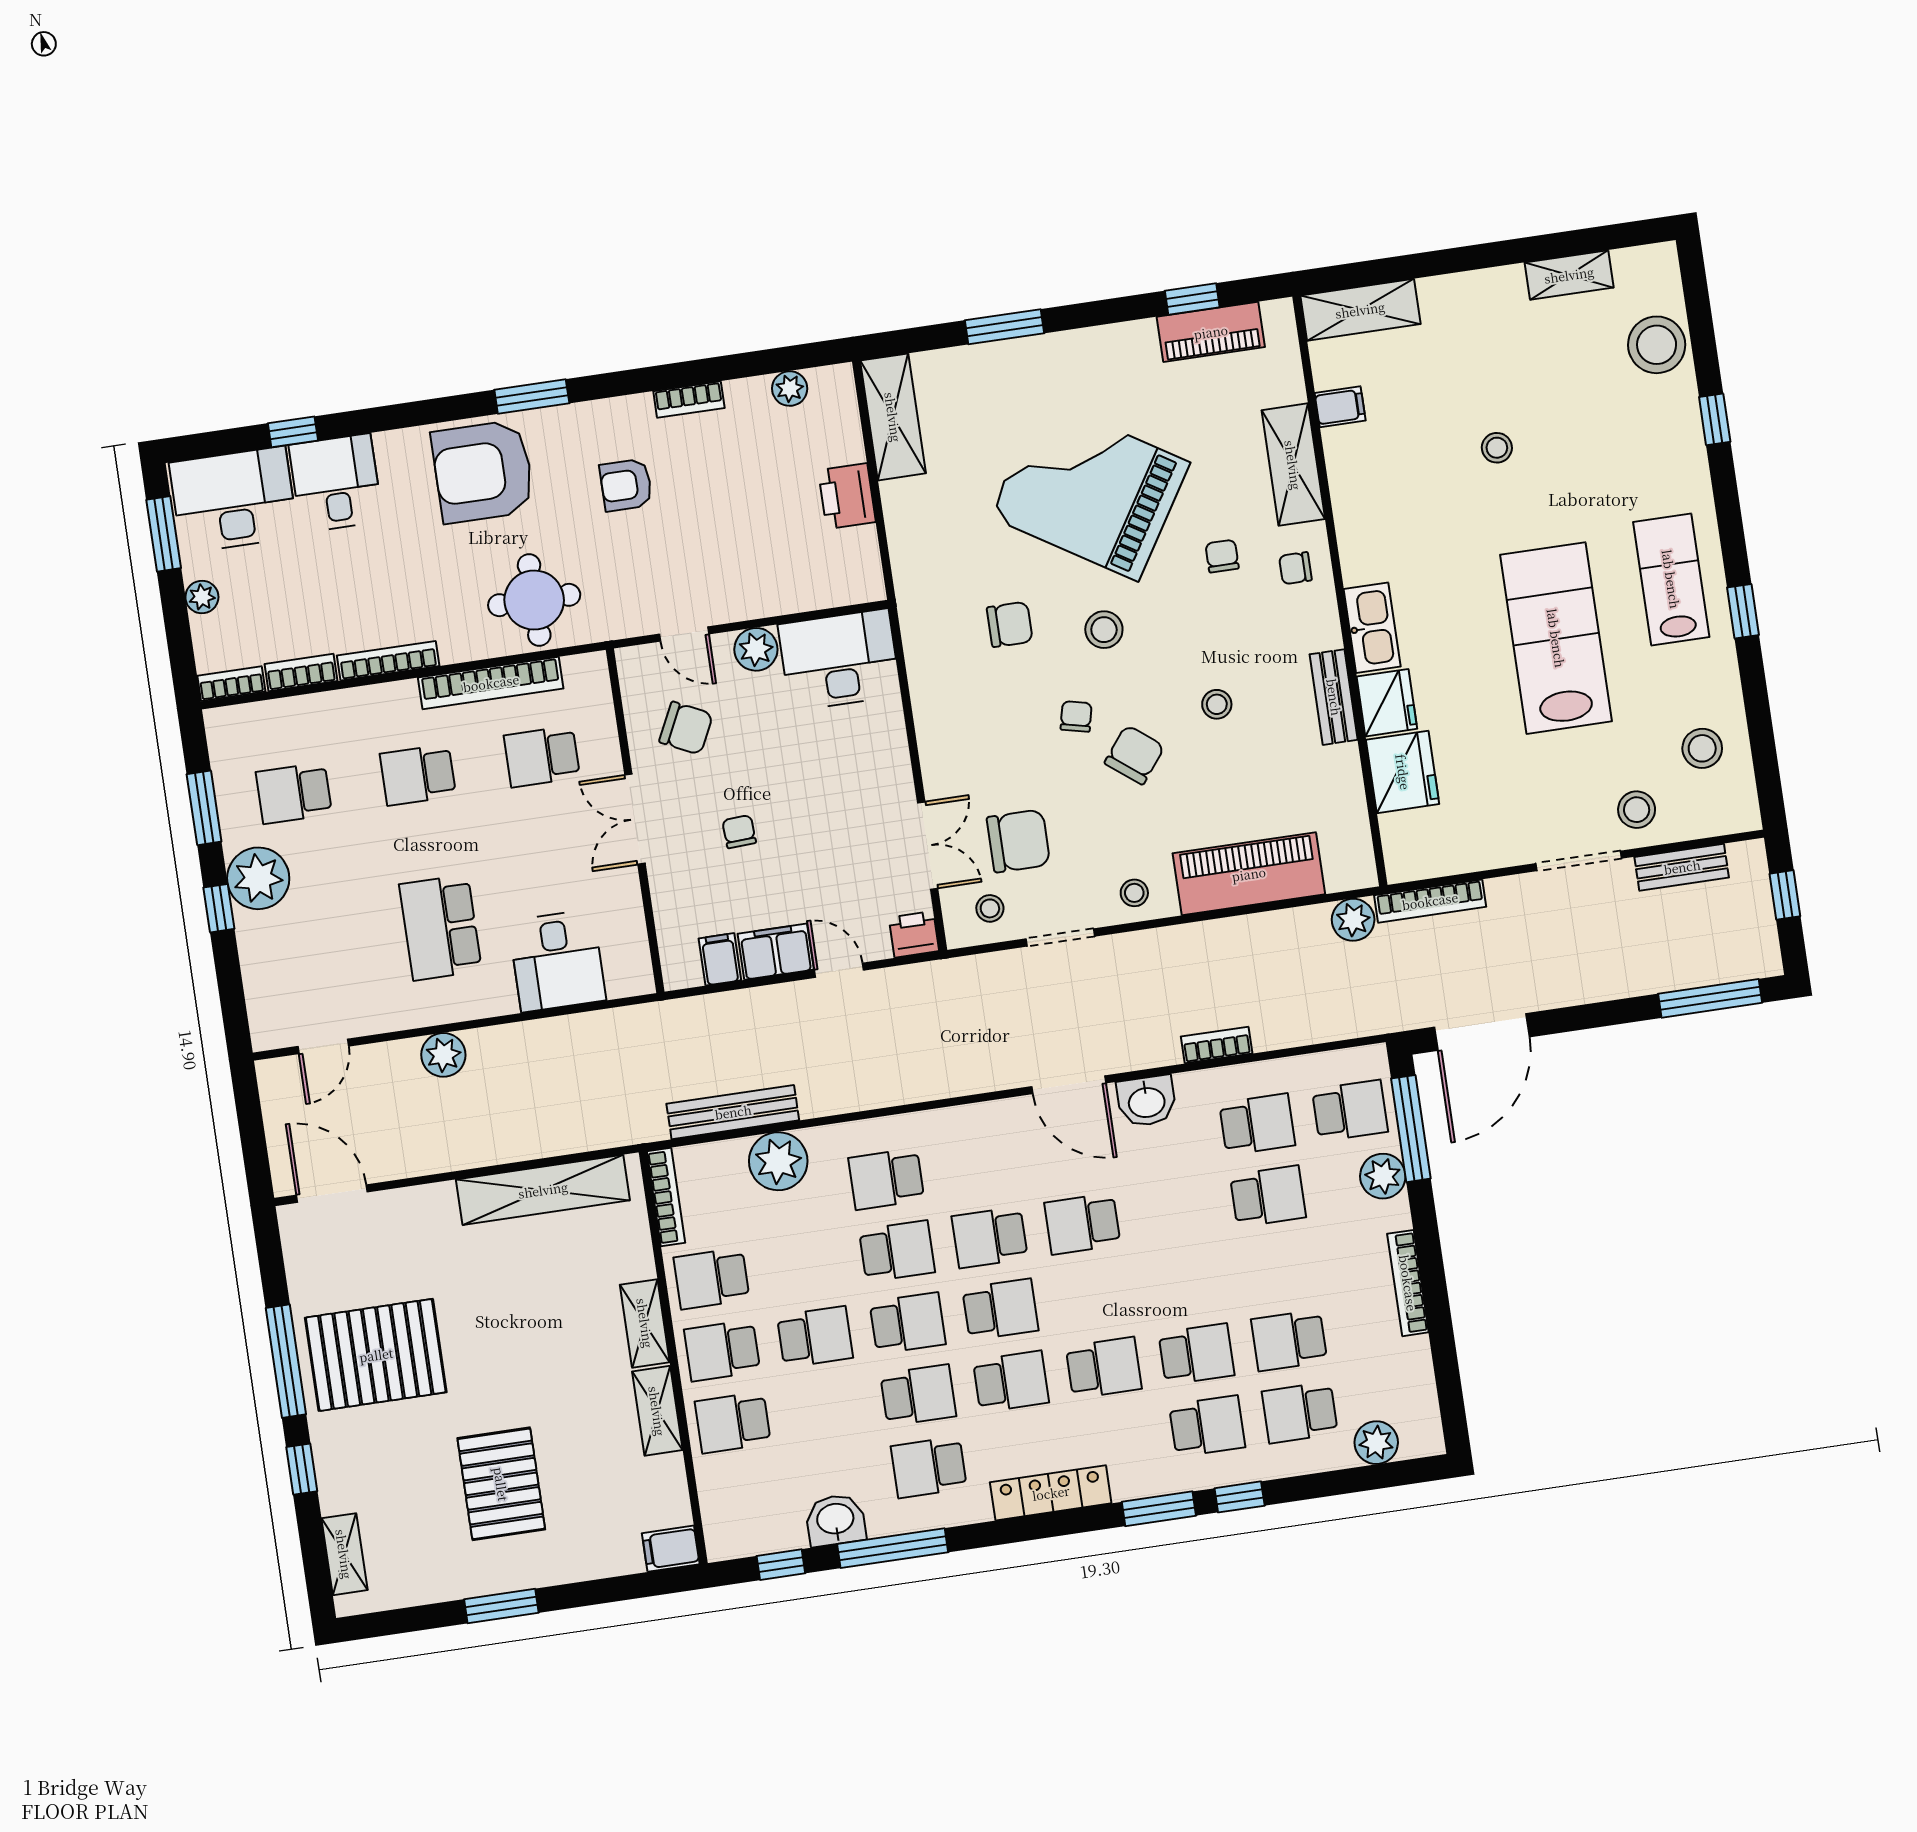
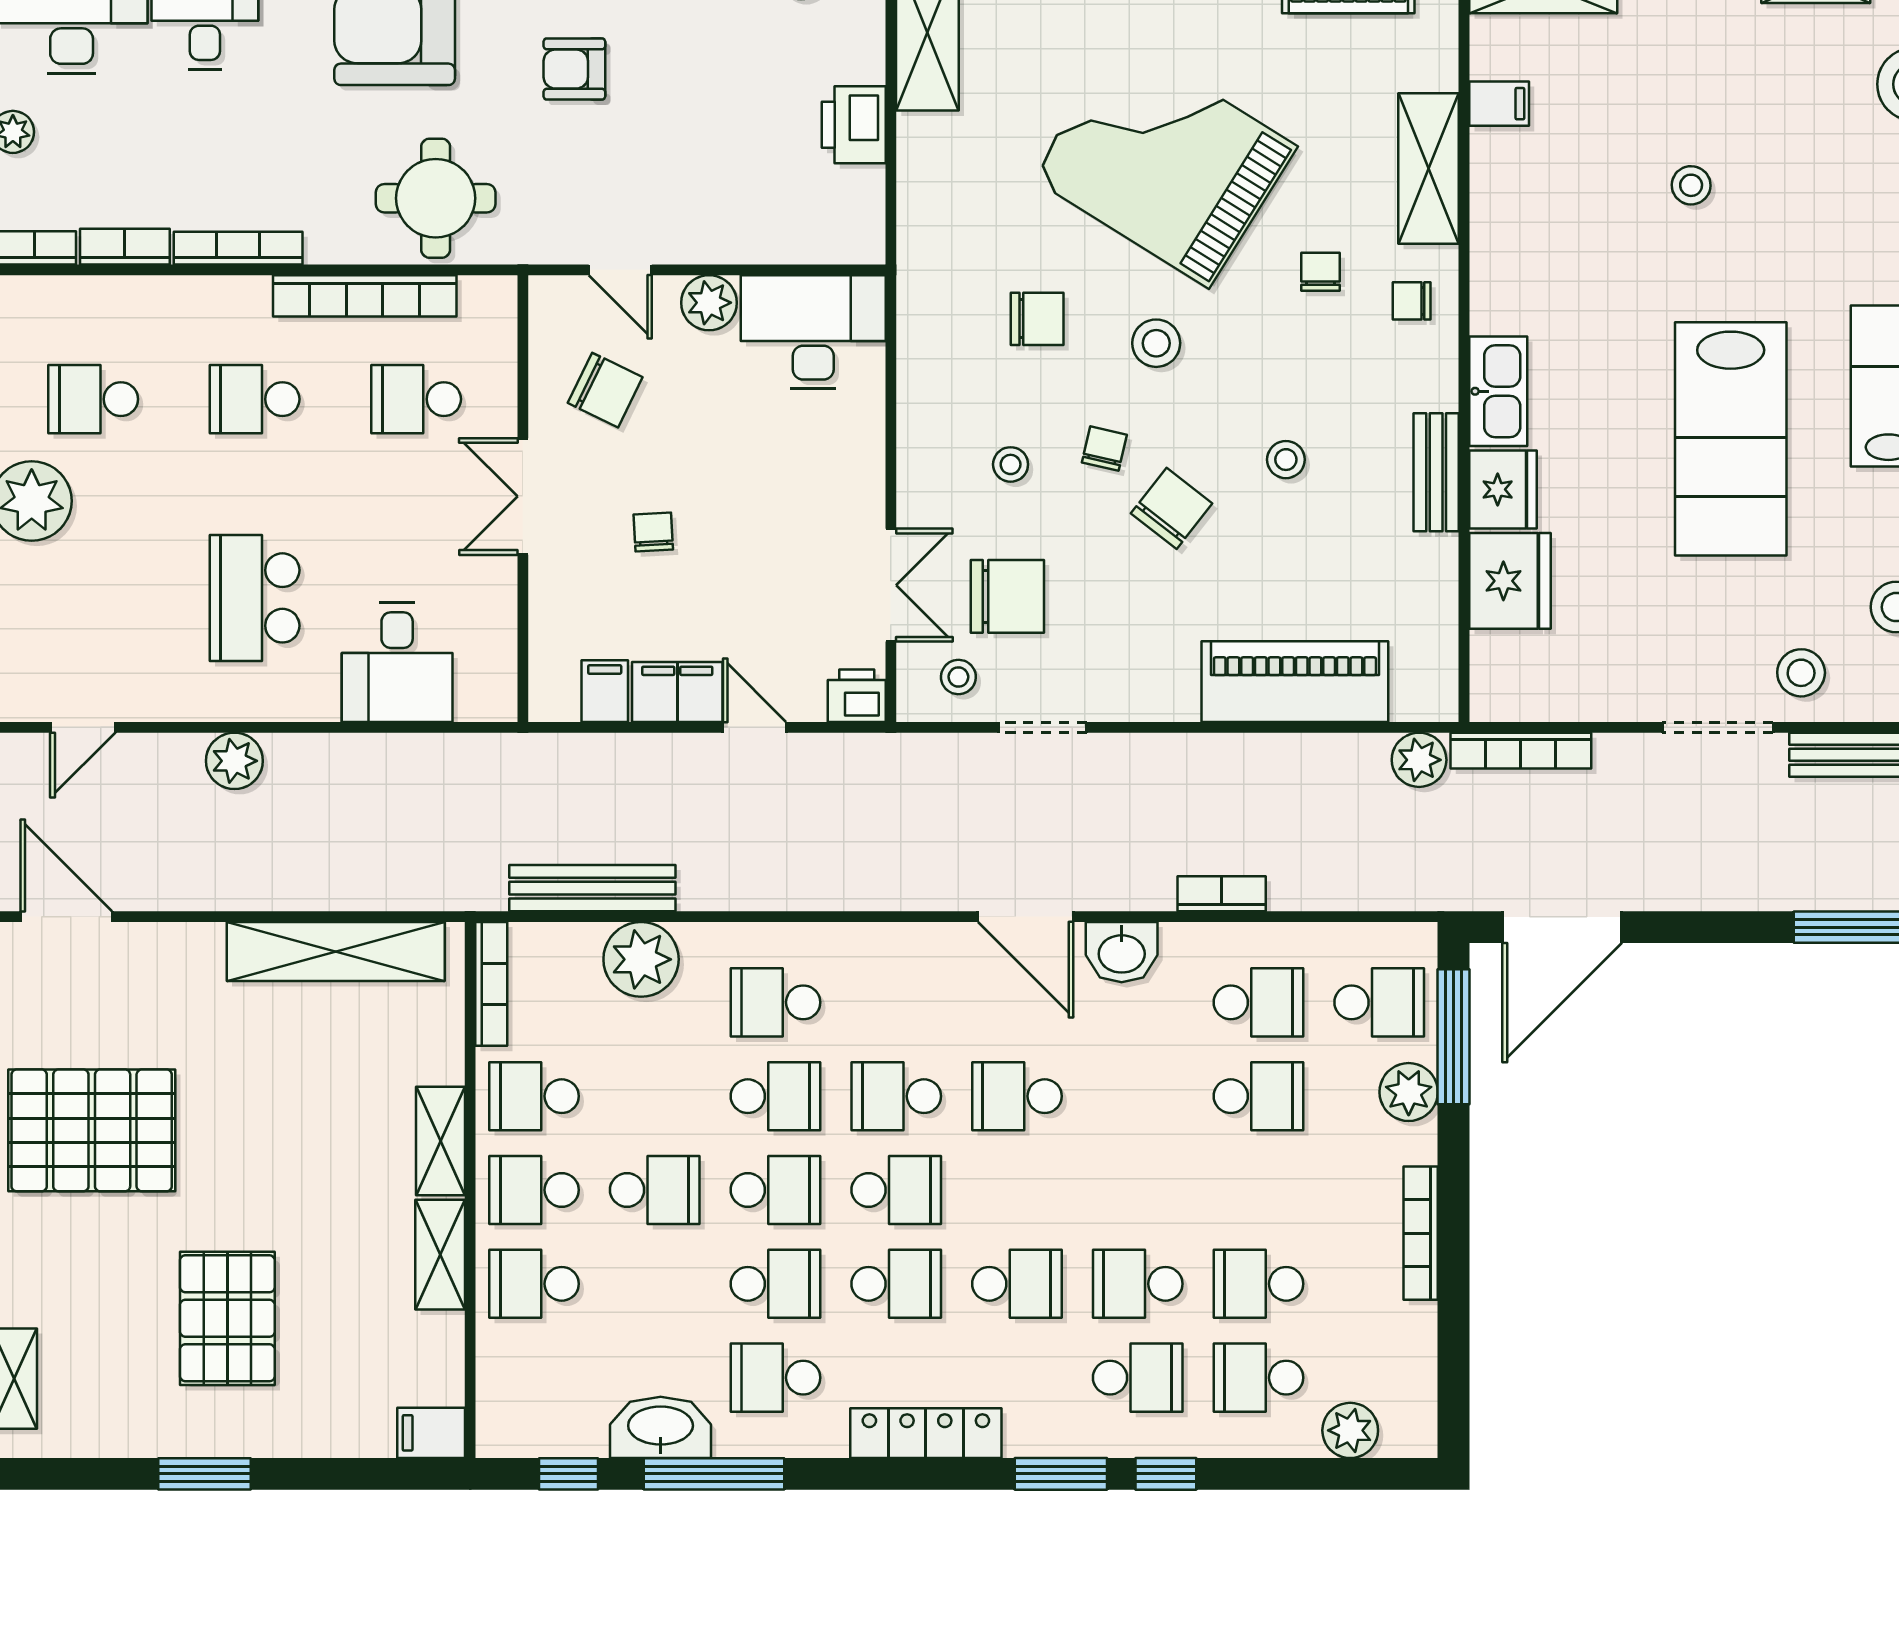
lab bench: (1556, 638) -> (1731, 439), turned 180
stool: (1134, 893) -> (1011, 464), moved
school desk: (1196, 1354) -> (1138, 1284), turned 180
washbasin: (836, 1520) -> (661, 1427), width x1.38

